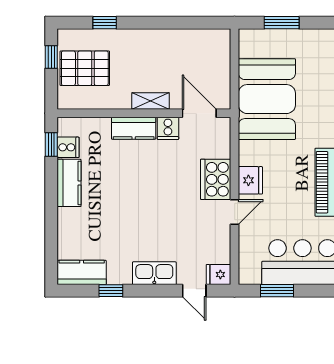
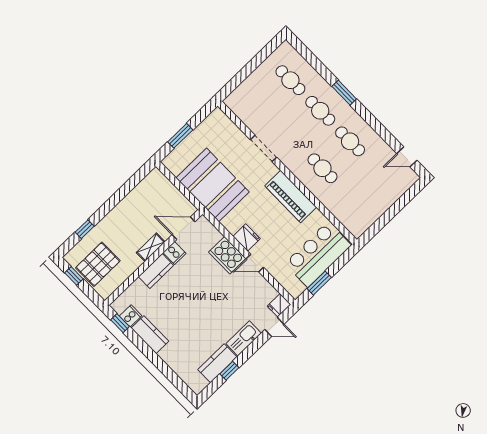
door: (235, 212) -> (255, 263), swing flipped
kitchen counter: (82, 272) -> (217, 363), moved

